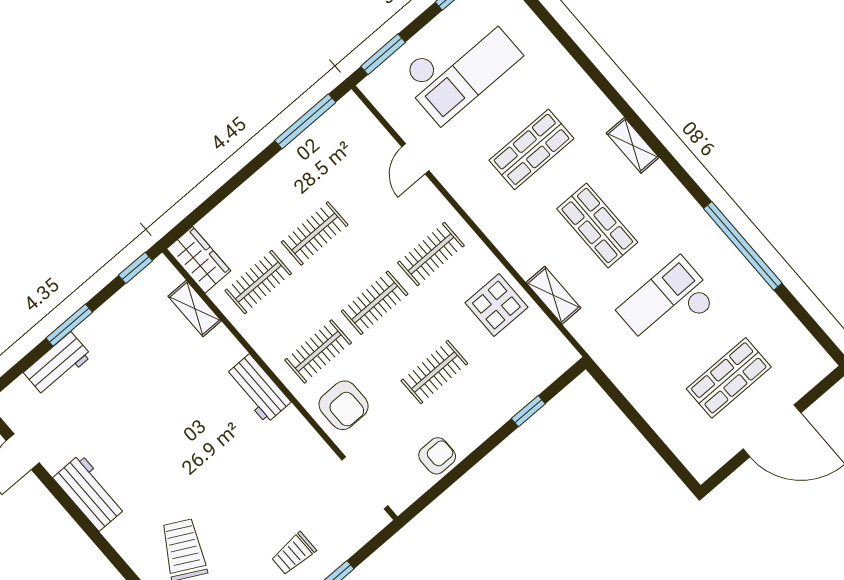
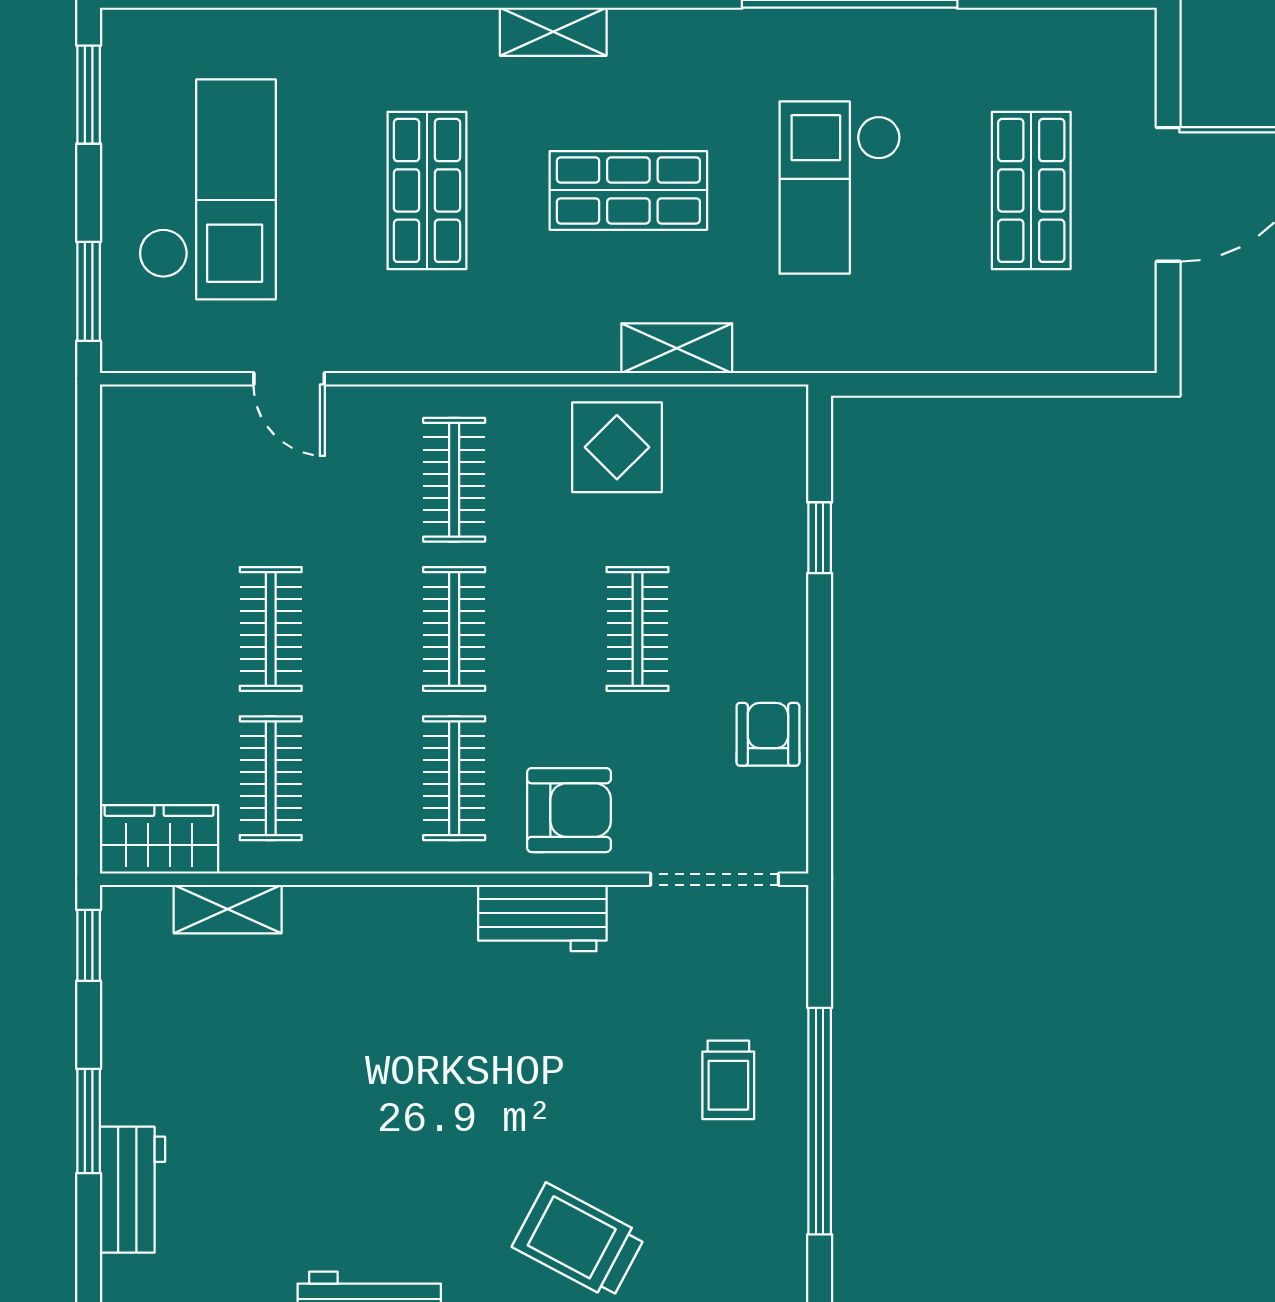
window: (305, 121) -> (89, 497), removed
workbench: (258, 389) -> (542, 918), moved

